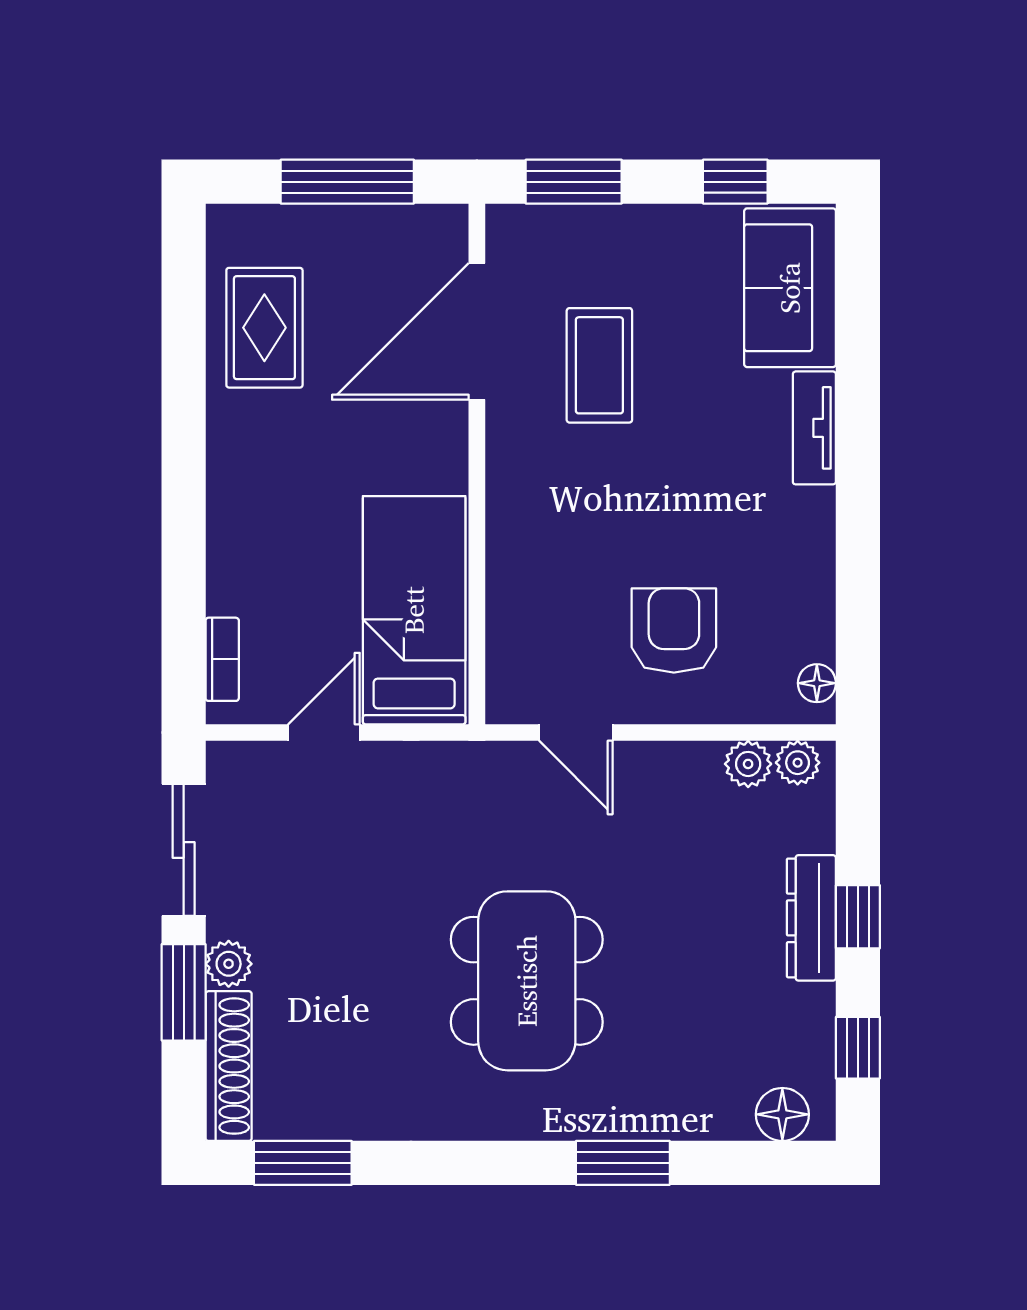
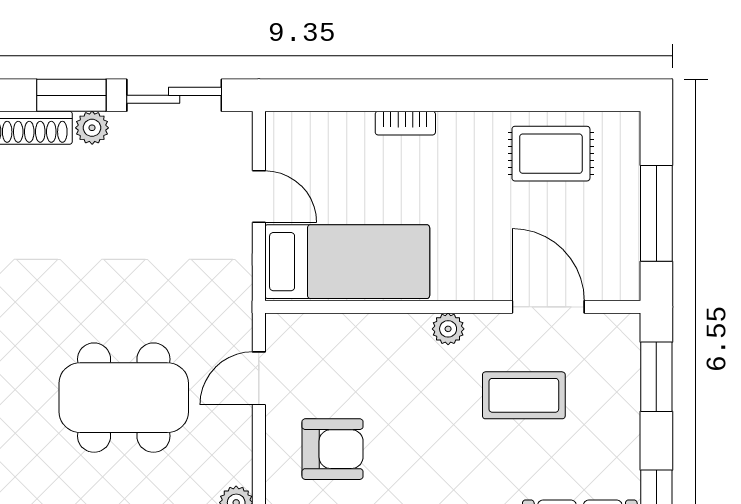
door: (477, 331) -> (548, 307), width x0.73
plant: (507, 470) -> (448, 329), added
bookcase: (222, 659) -> (405, 123), moved
dining table: (527, 981) -> (124, 398), moved

